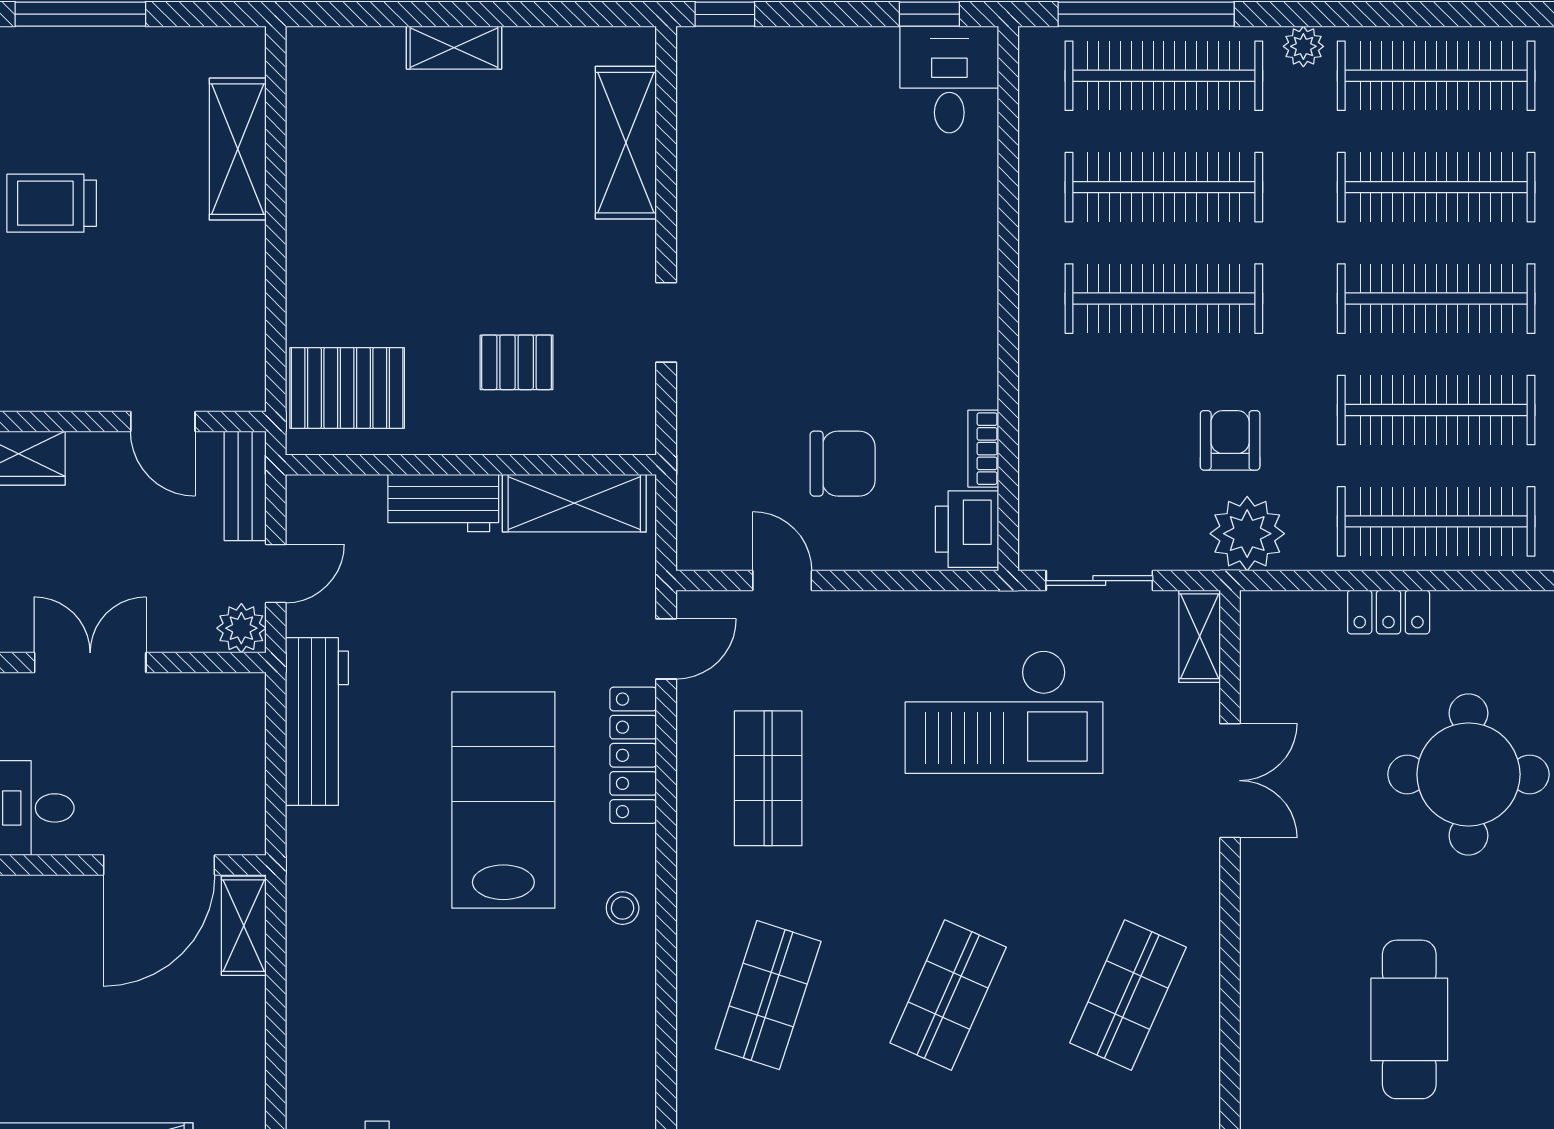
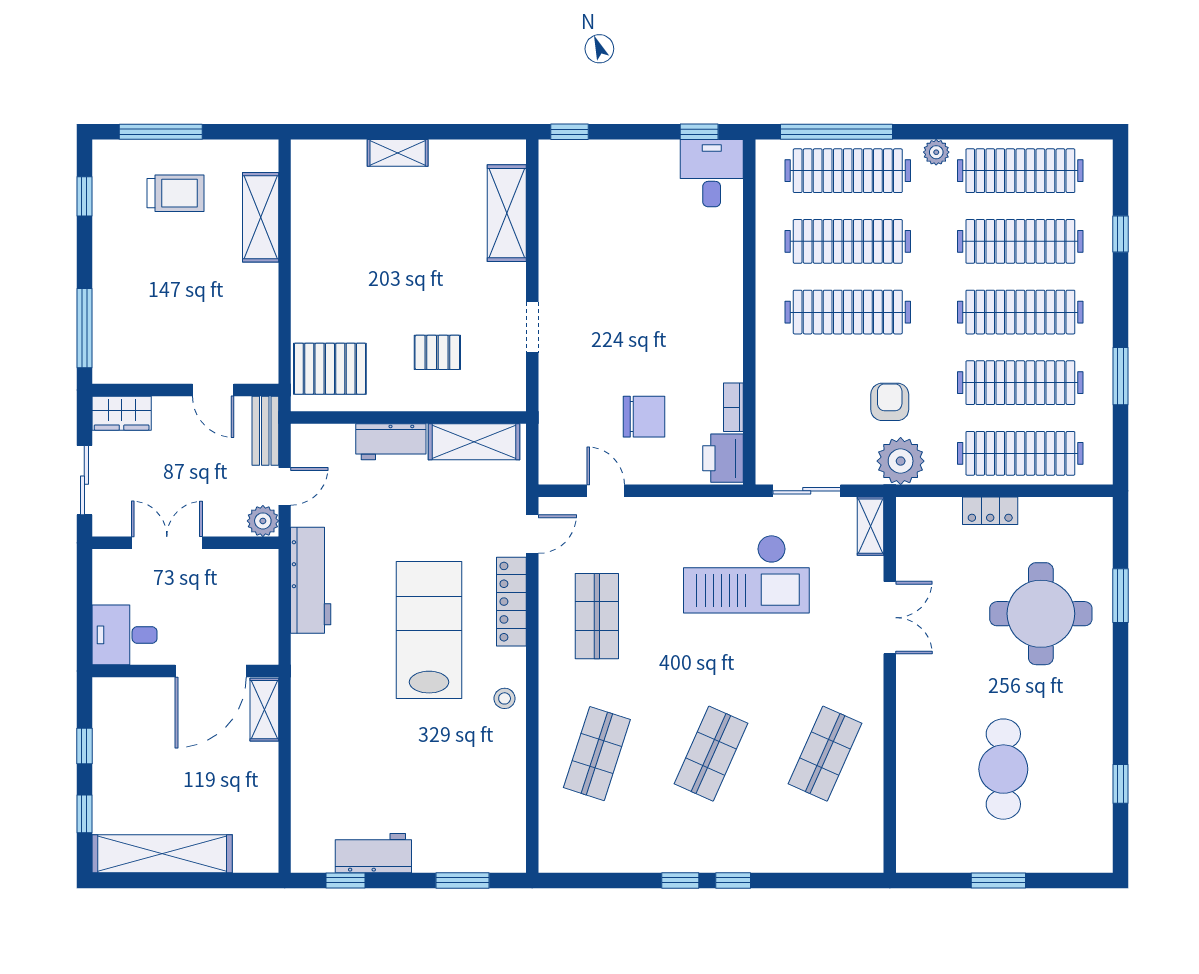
trolley: (52, 203) -> (175, 193), moved, turned 180

